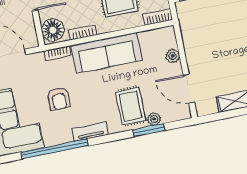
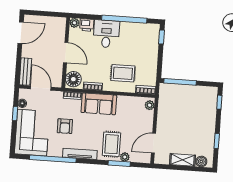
sofa: (106, 53) -> (99, 104), width x0.73
plant: (173, 56) -> (150, 105), moved
door: (189, 89) -> (154, 143), hinge flipped
tv unit: (90, 132) -> (80, 154), width x1.41

